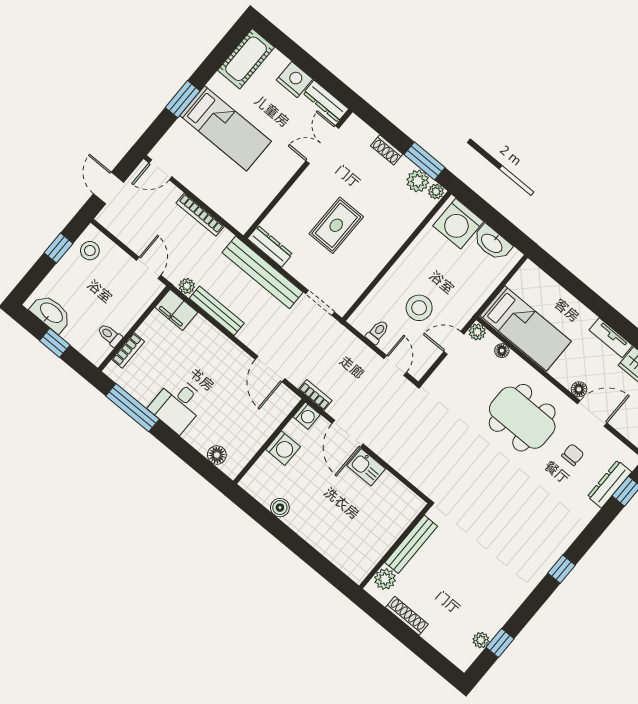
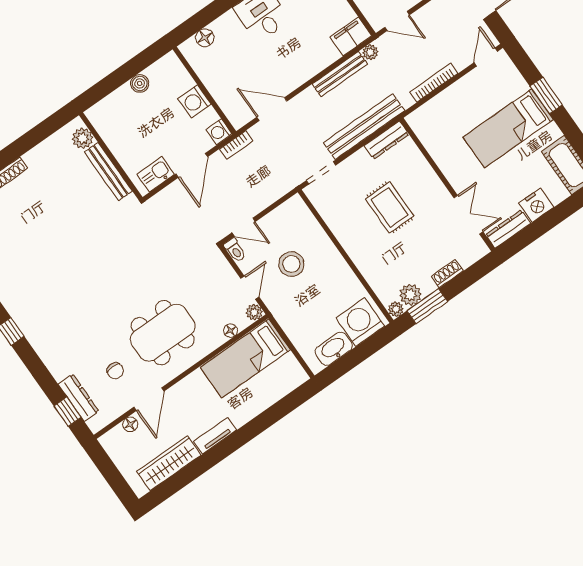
toilet: (378, 332) -> (235, 250), moved
floor lamp: (579, 389) -> (130, 424), moved
door: (348, 434) -> (192, 165), swing flipped
bench: (411, 544) -> (108, 172), moved
wall: (395, 546) -> (111, 156), moved
plant: (385, 579) -> (83, 138), moved

